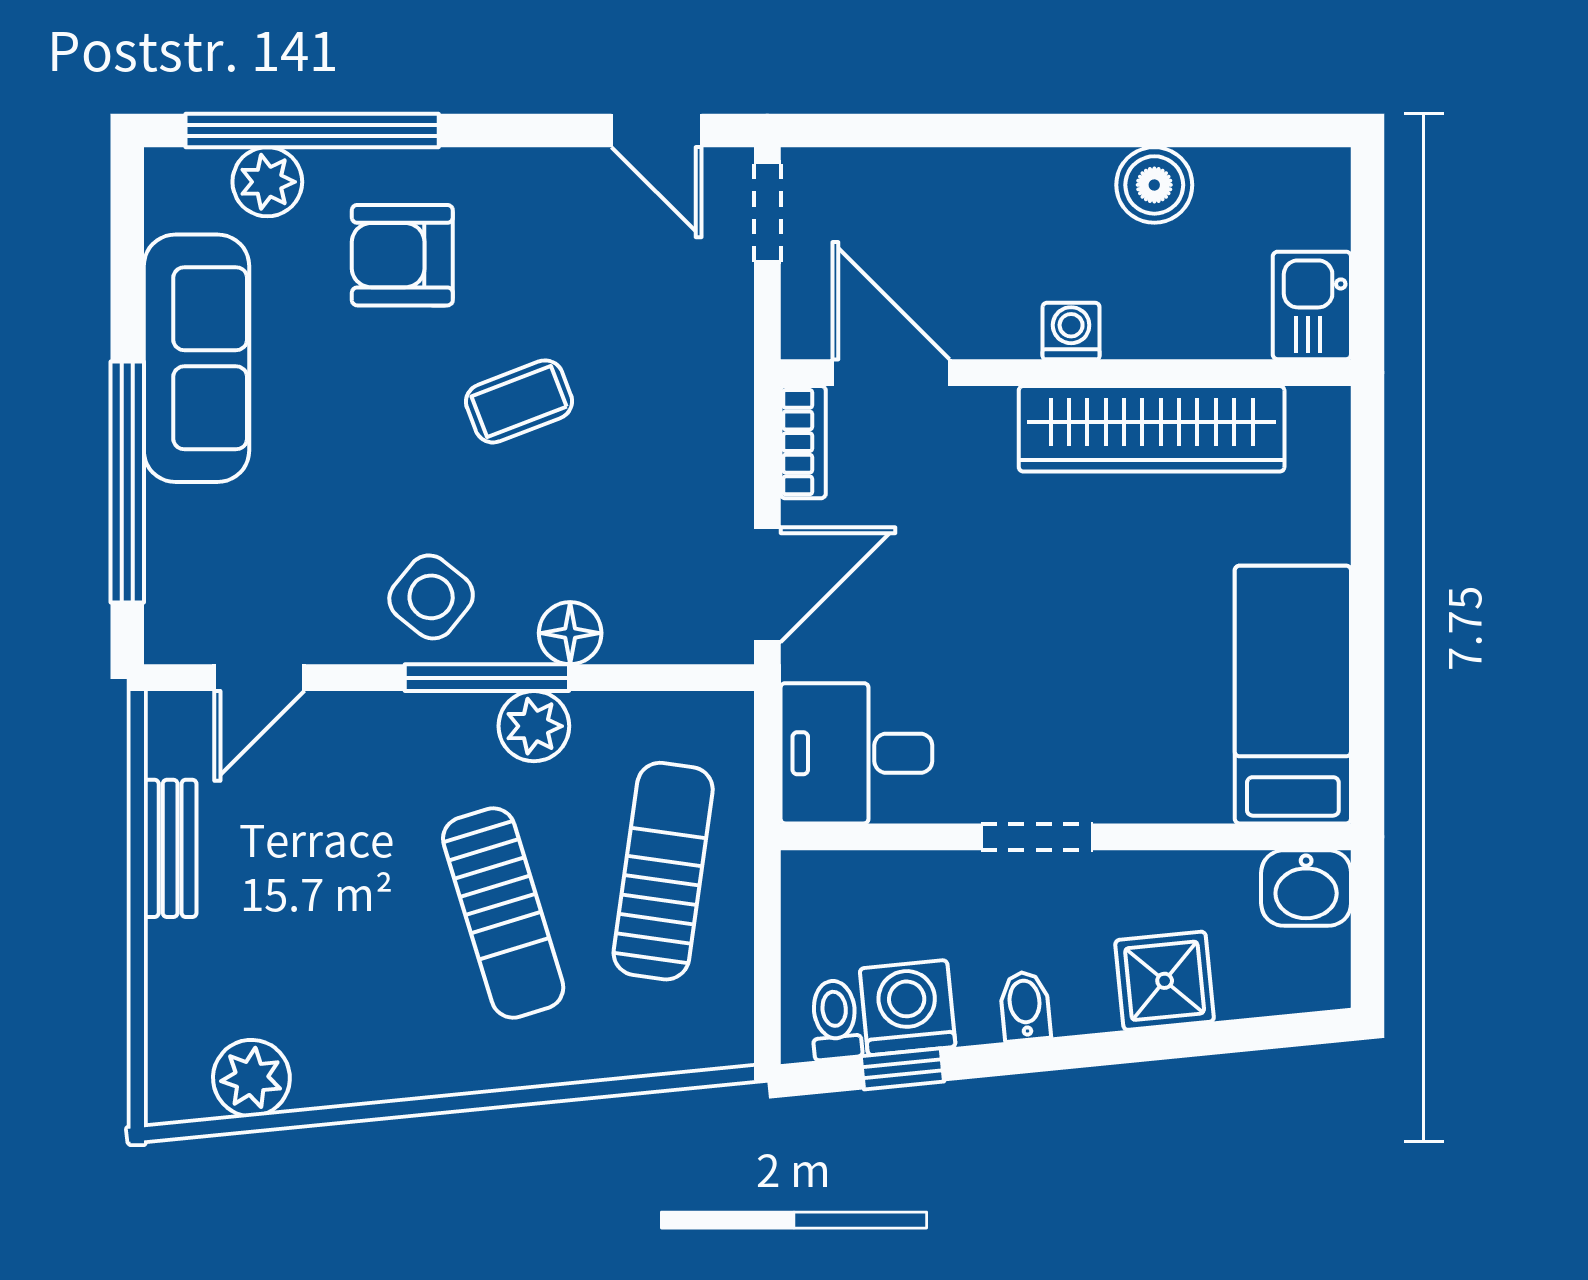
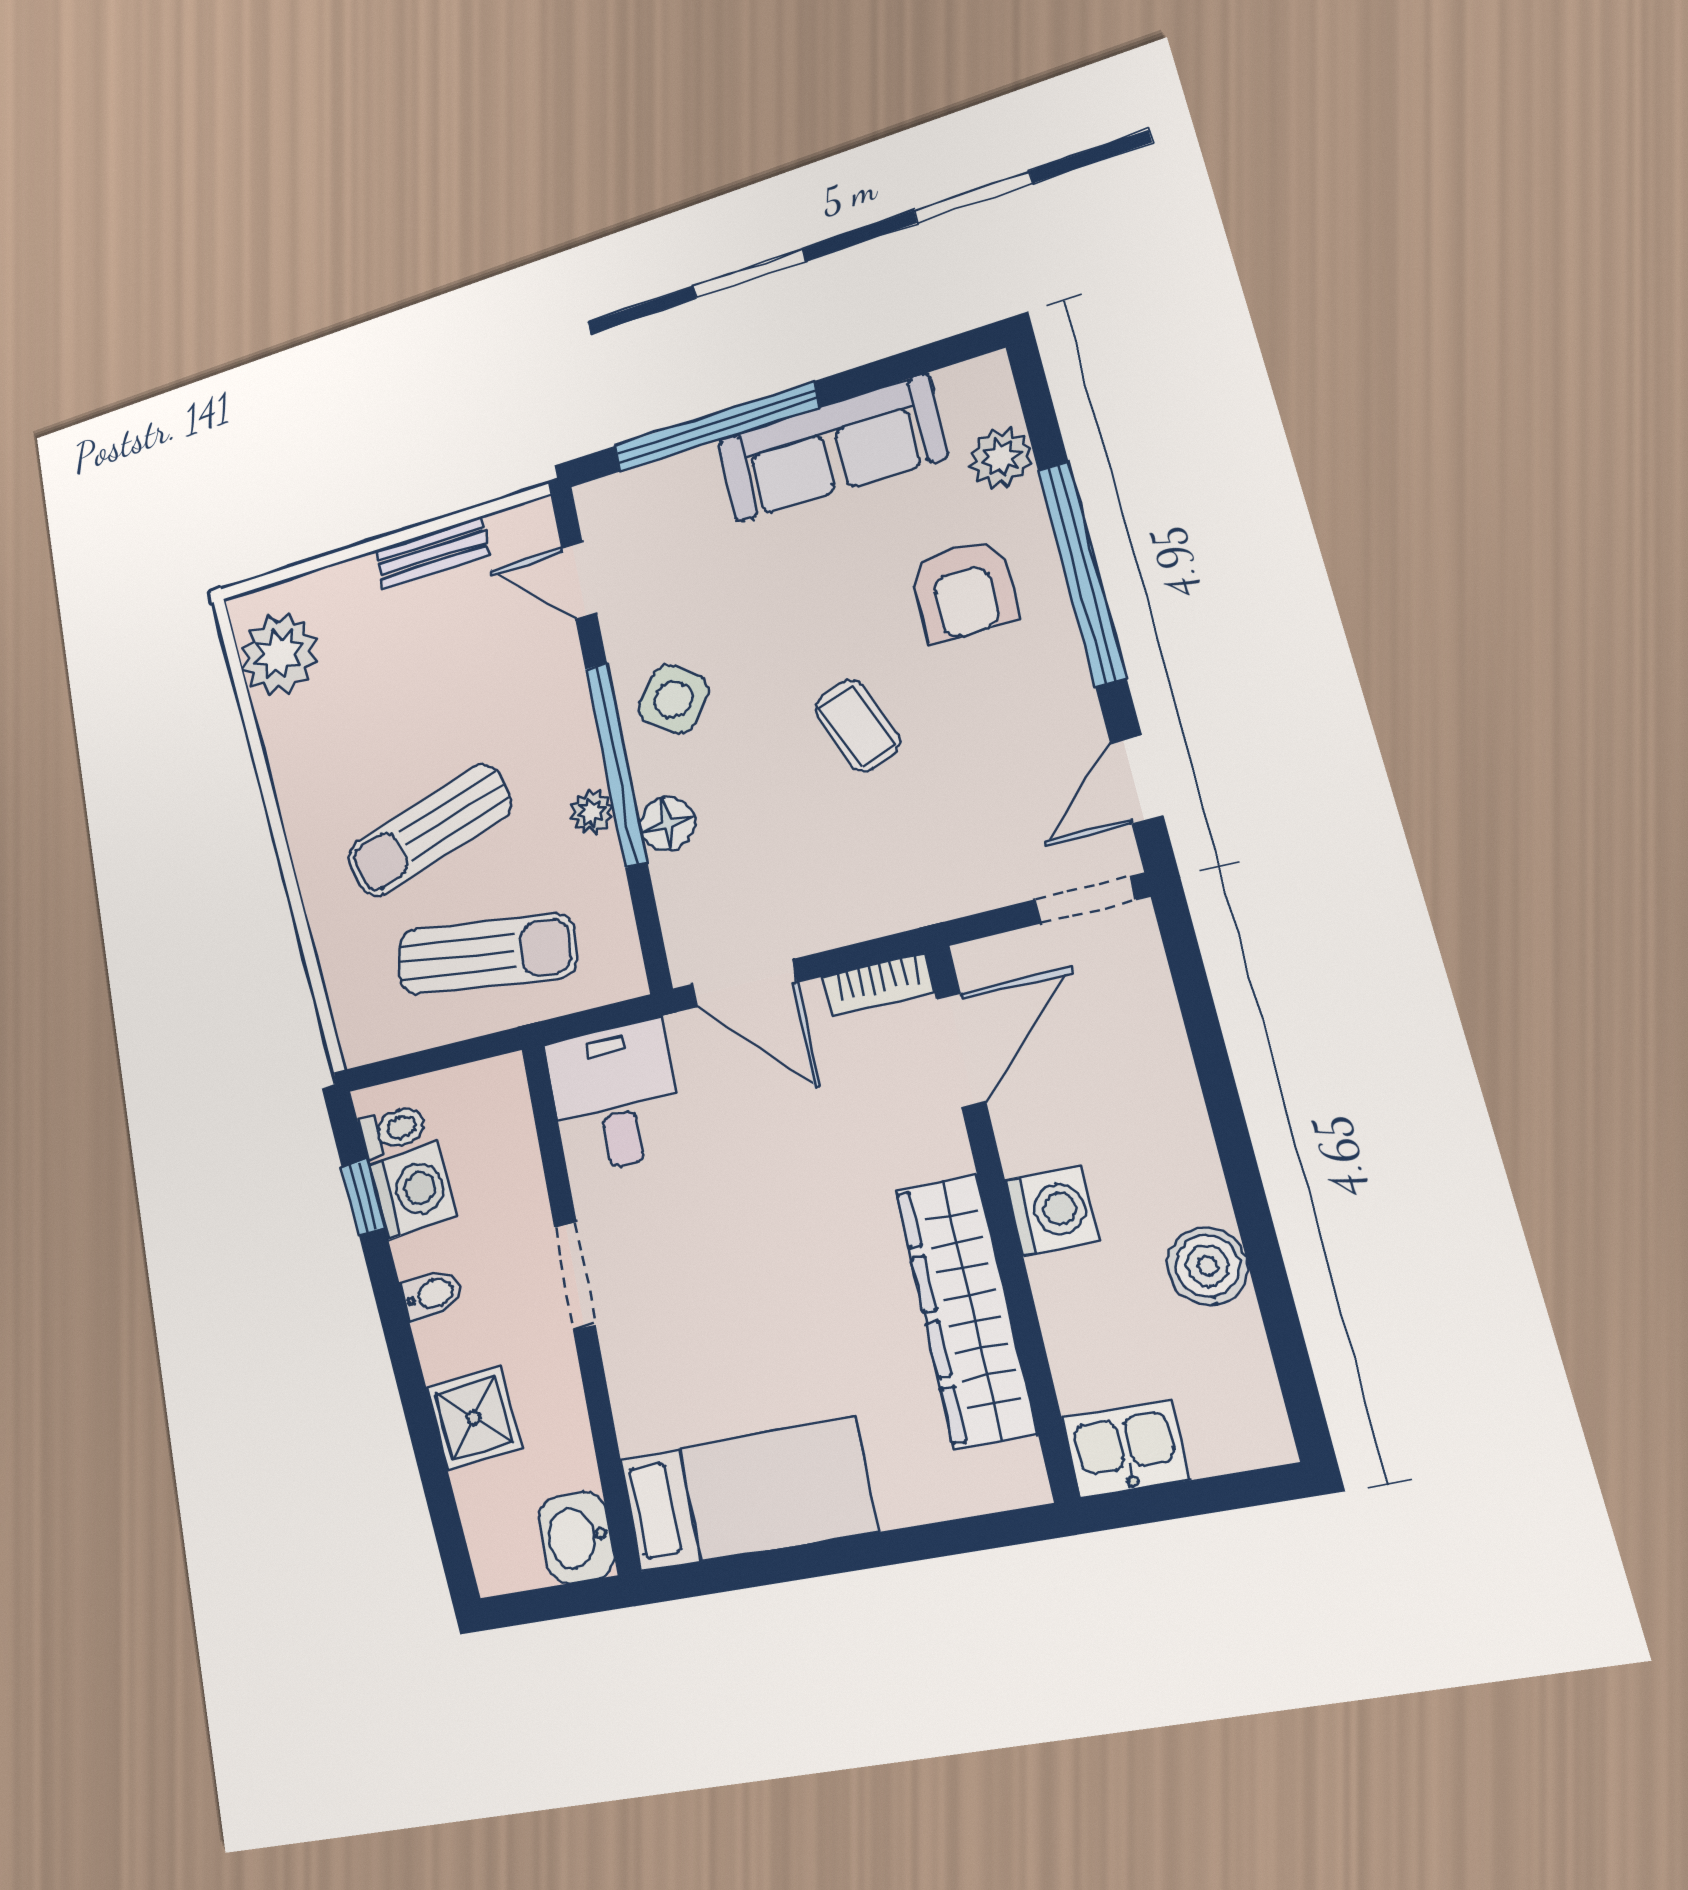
window: (312, 130) -> (1082, 573), moved
armchair: (402, 255) -> (963, 590), turned 180
washing machine: (1071, 331) -> (1052, 1210), width x1.38, depth x1.38
window: (487, 678) -> (616, 764), width x1.46
plant: (534, 726) -> (592, 812), width x0.73, depth x0.73
plant: (251, 1078) -> (279, 654), width x1.36, depth x1.36

